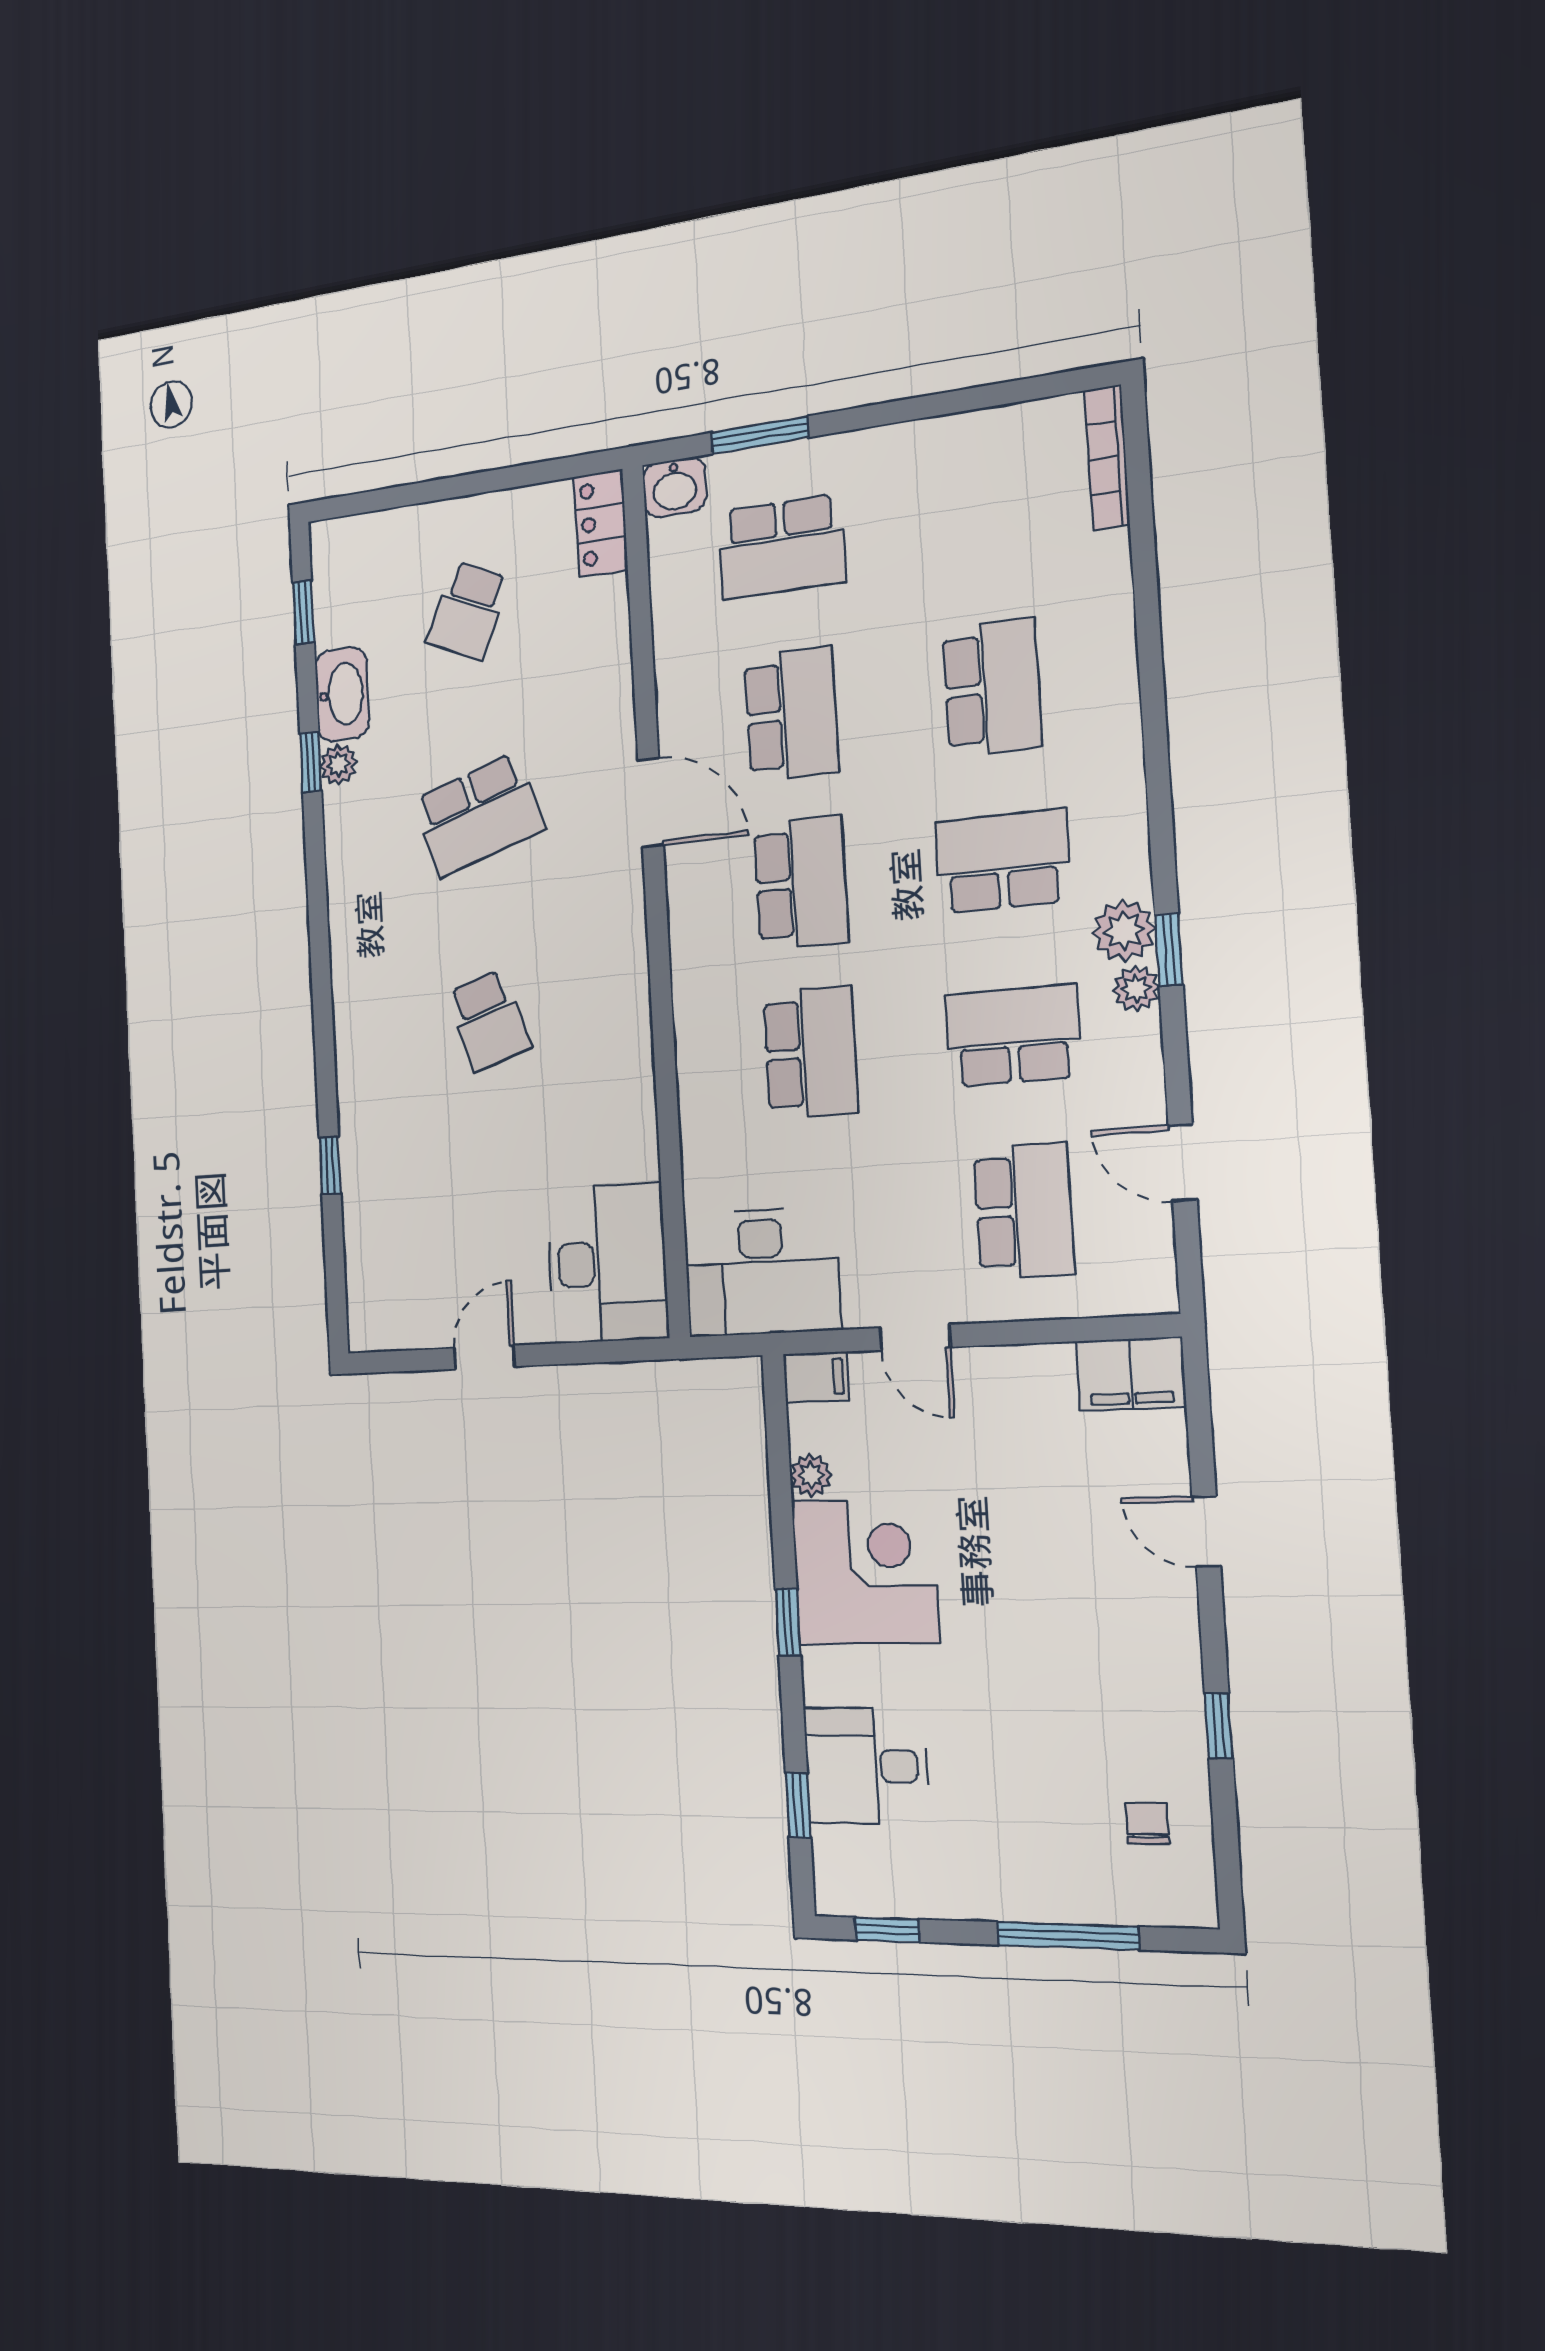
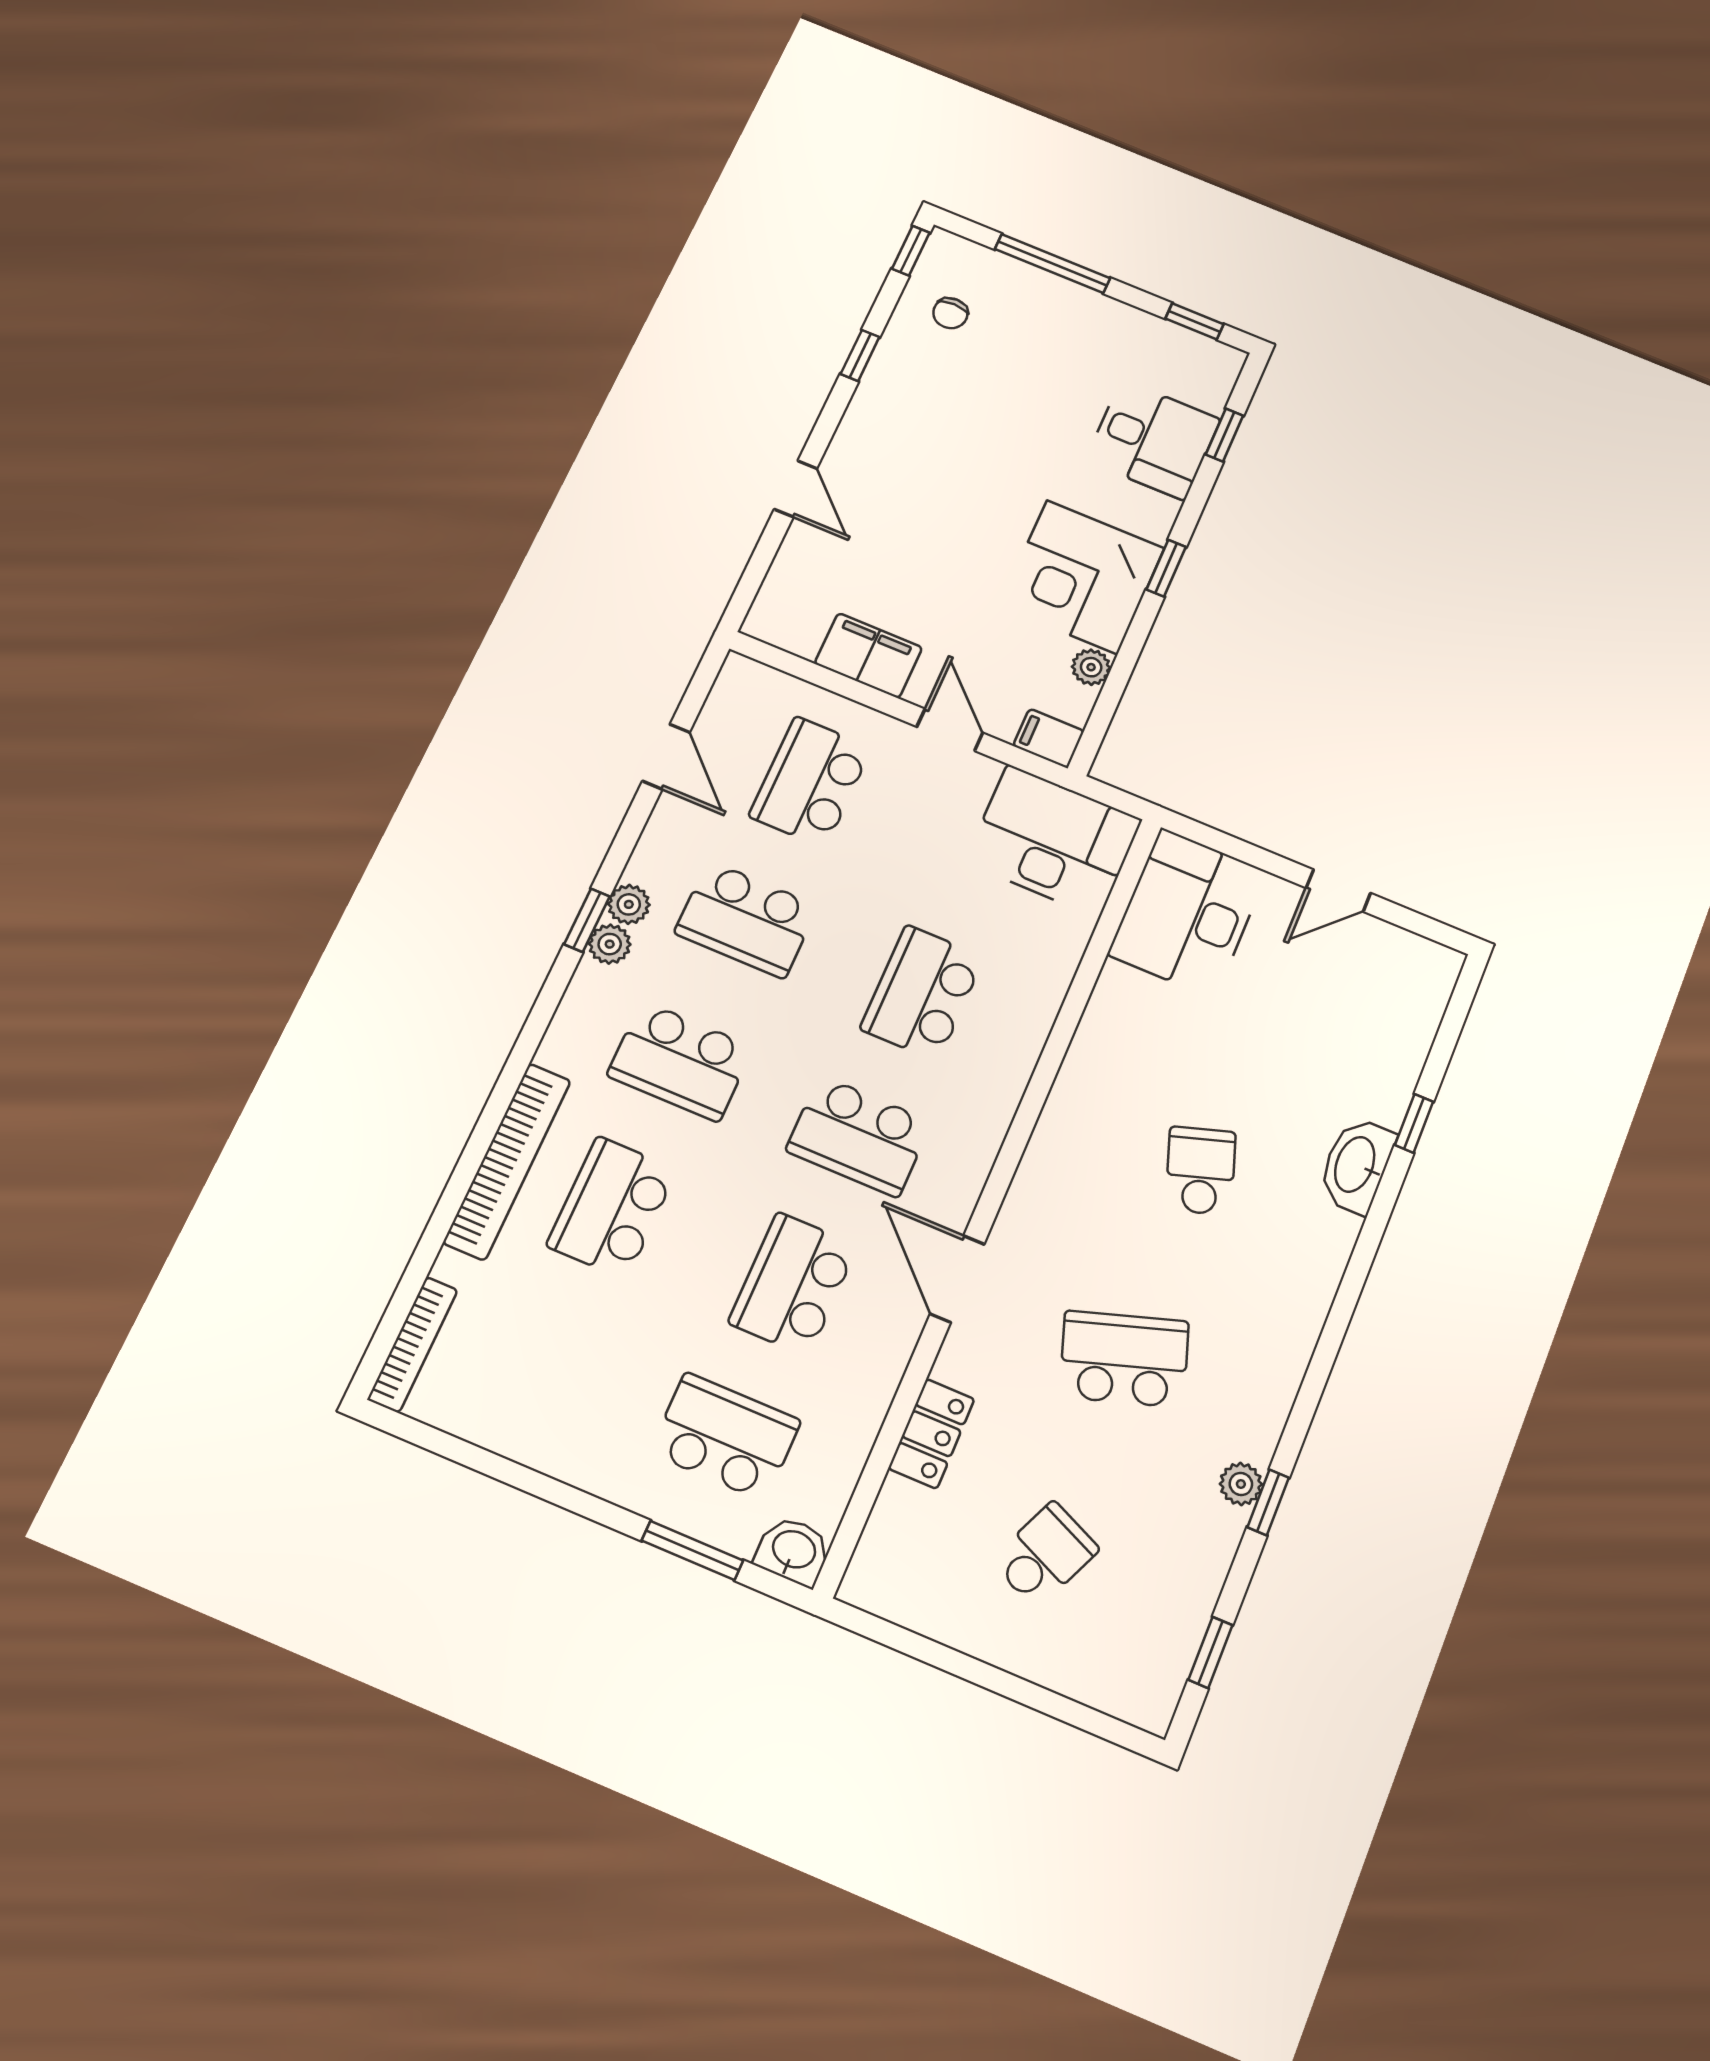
locker: (601, 523) -> (931, 1434), moved
bookcase: (1114, 674) -> (507, 1161), added
washbasin: (342, 694) -> (1356, 1165), moved
school desk: (801, 883) -> (859, 1136), turned -90
plant: (1124, 931) -> (610, 944), width x0.73, depth x0.73
filing cabinet: (1131, 1374) -> (868, 655), moved
window: (1229, 1884) -> (911, 251), added

